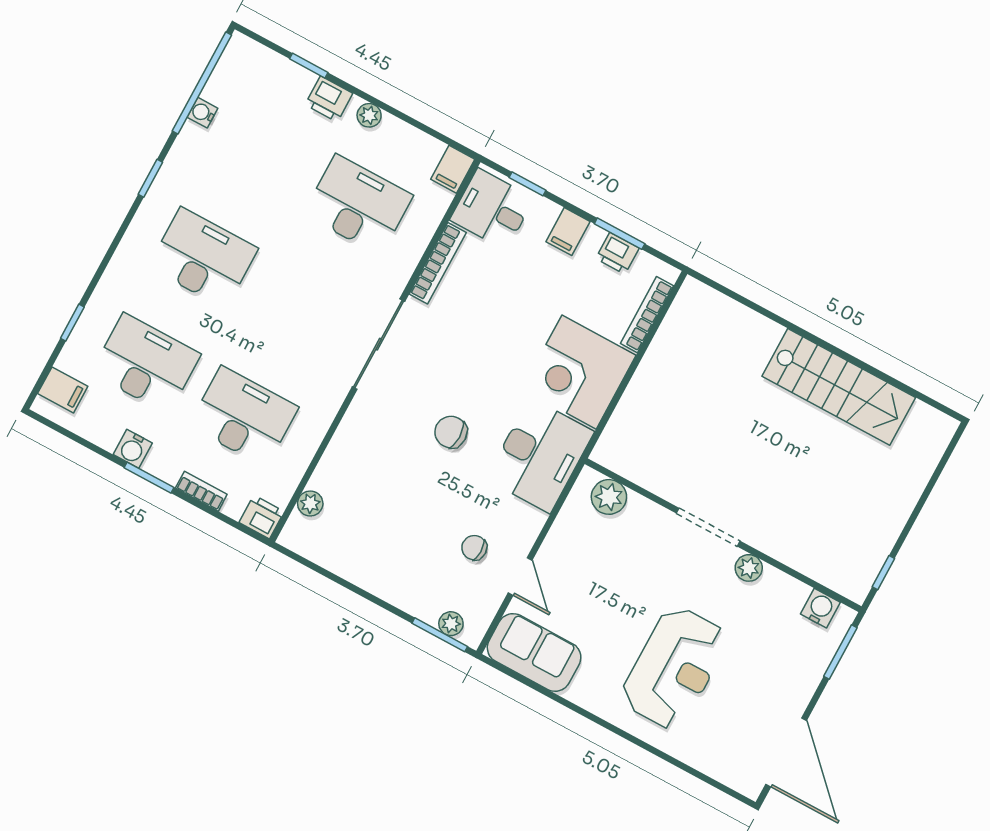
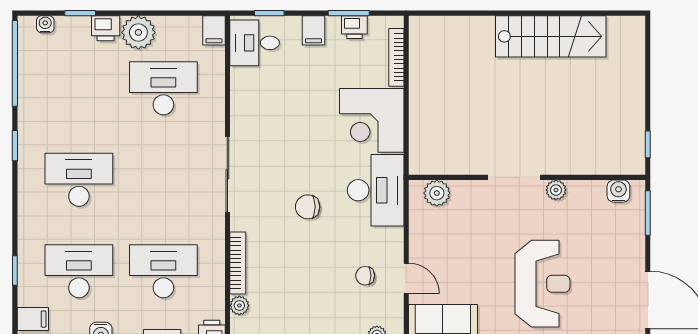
water cooler: (202, 113) -> (45, 24), moved, turned 90
plant: (369, 115) -> (138, 32), width x1.88, depth x1.88
bookcase: (438, 263) -> (238, 263), moved

